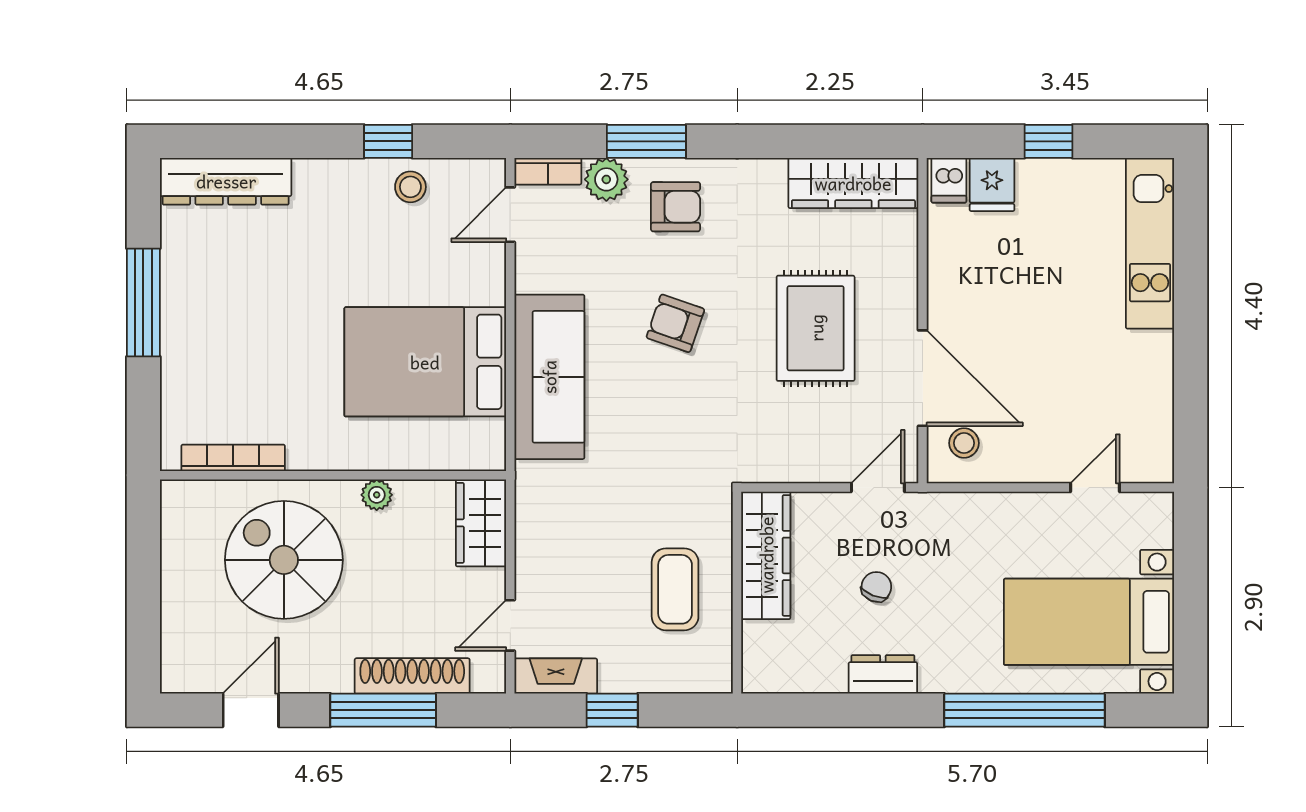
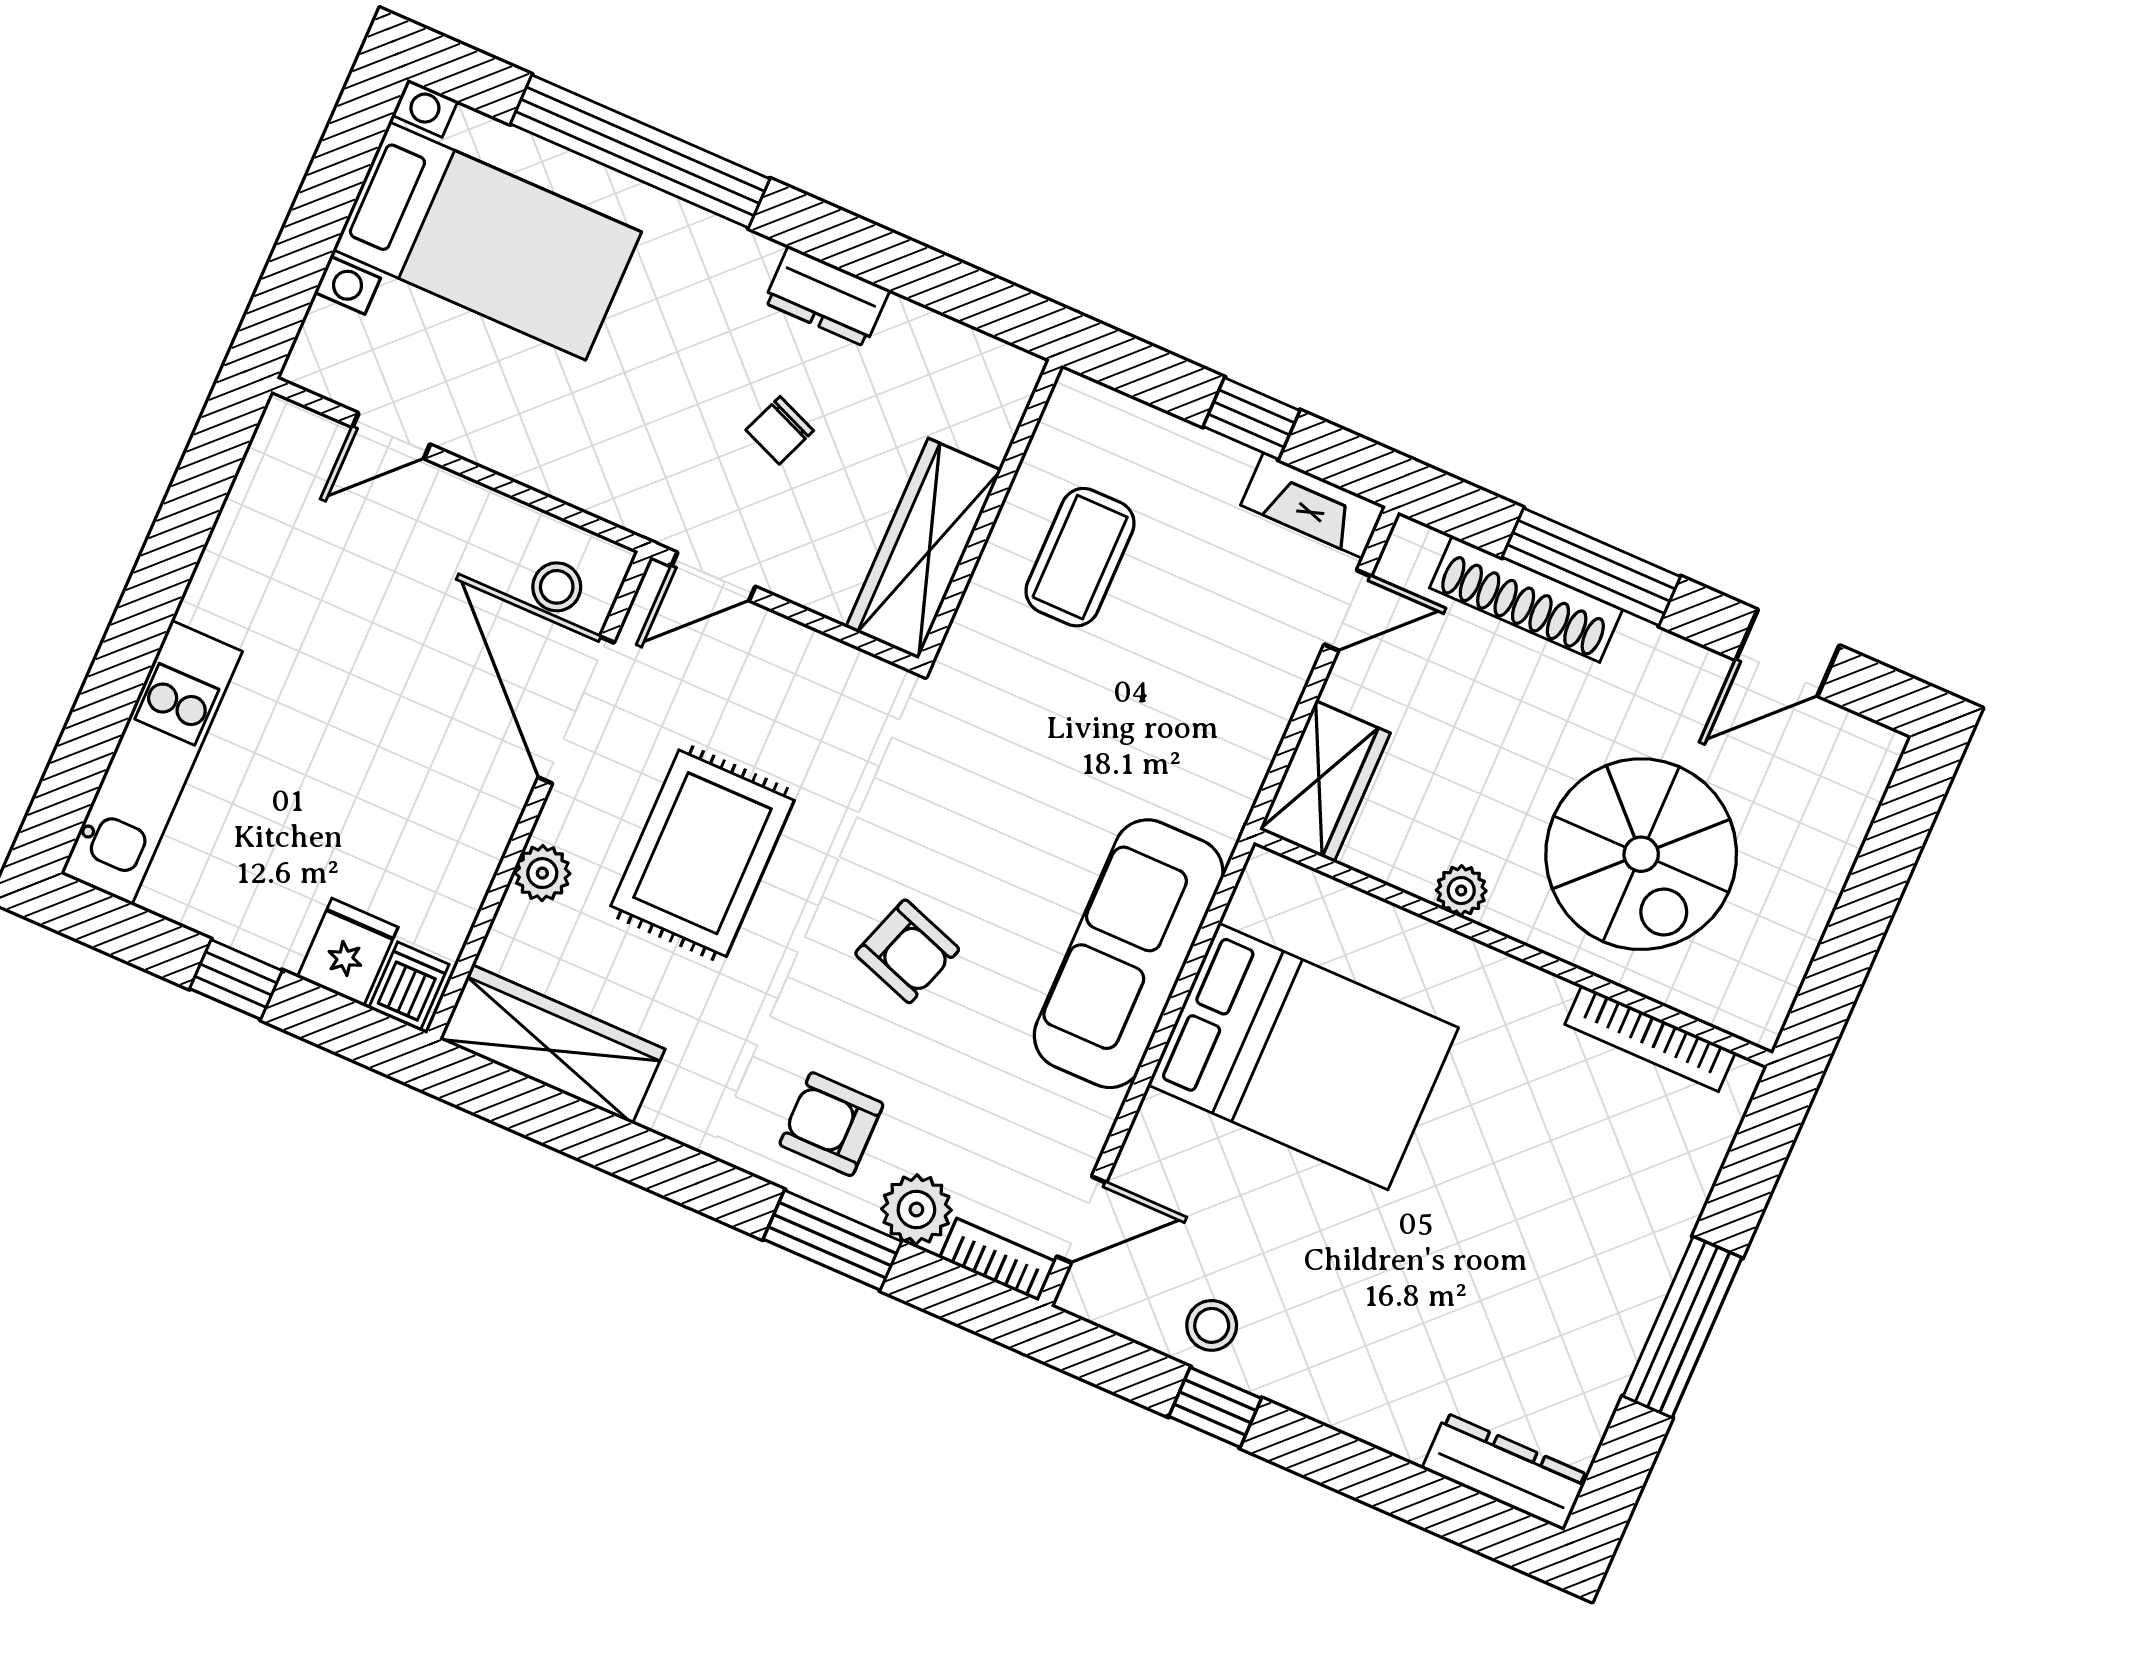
dresser: (226, 181) -> (1505, 1472), width x0.73, depth x0.80
plant: (901, 277) -> (542, 873), added

